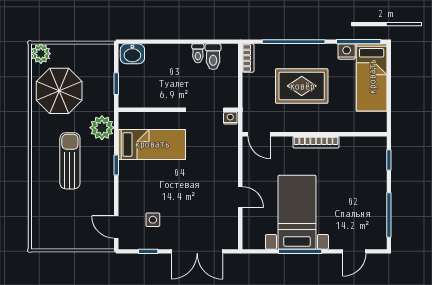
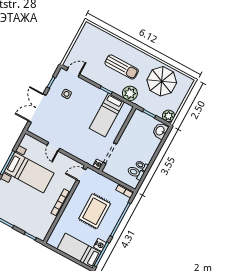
plant: (41, 54) -> (168, 116), moved
door: (240, 197) -> (53, 147), hinge flipped

